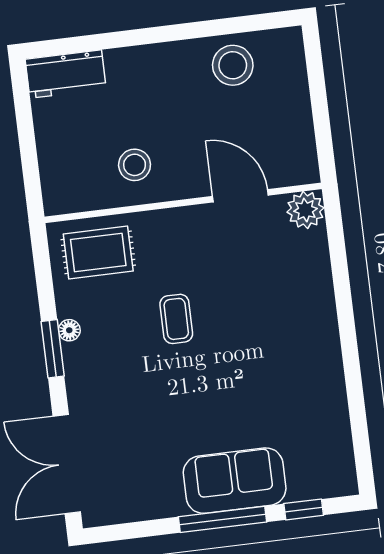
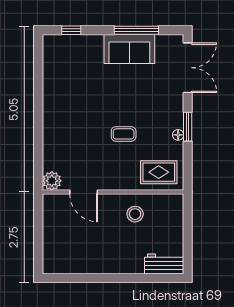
stool: (233, 65) -> (79, 258), removed
coffee table: (176, 319) -> (124, 134), turned 90
sofa: (235, 481) -> (129, 49), moved
window: (223, 519) -> (136, 30), moved

